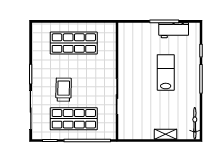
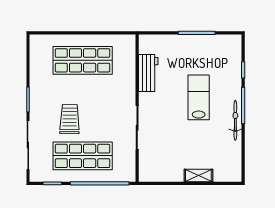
workbench: (174, 30) -> (148, 73), moved, turned -90
bicycle: (195, 123) -> (235, 120), moved

